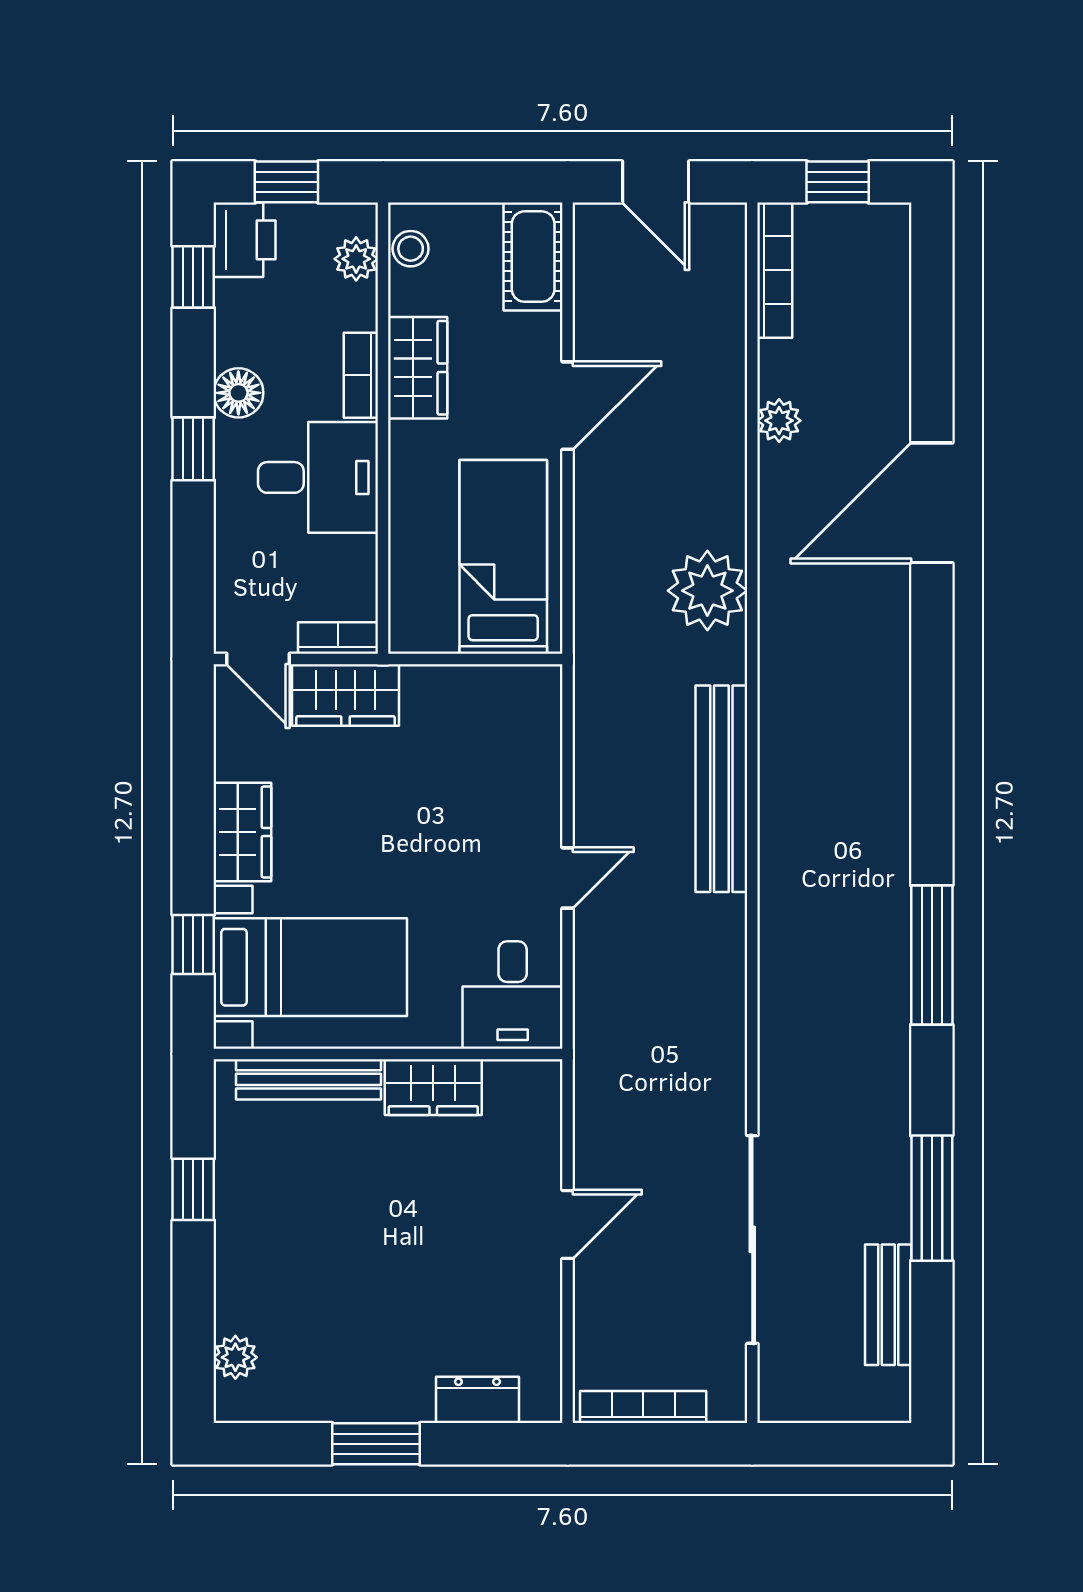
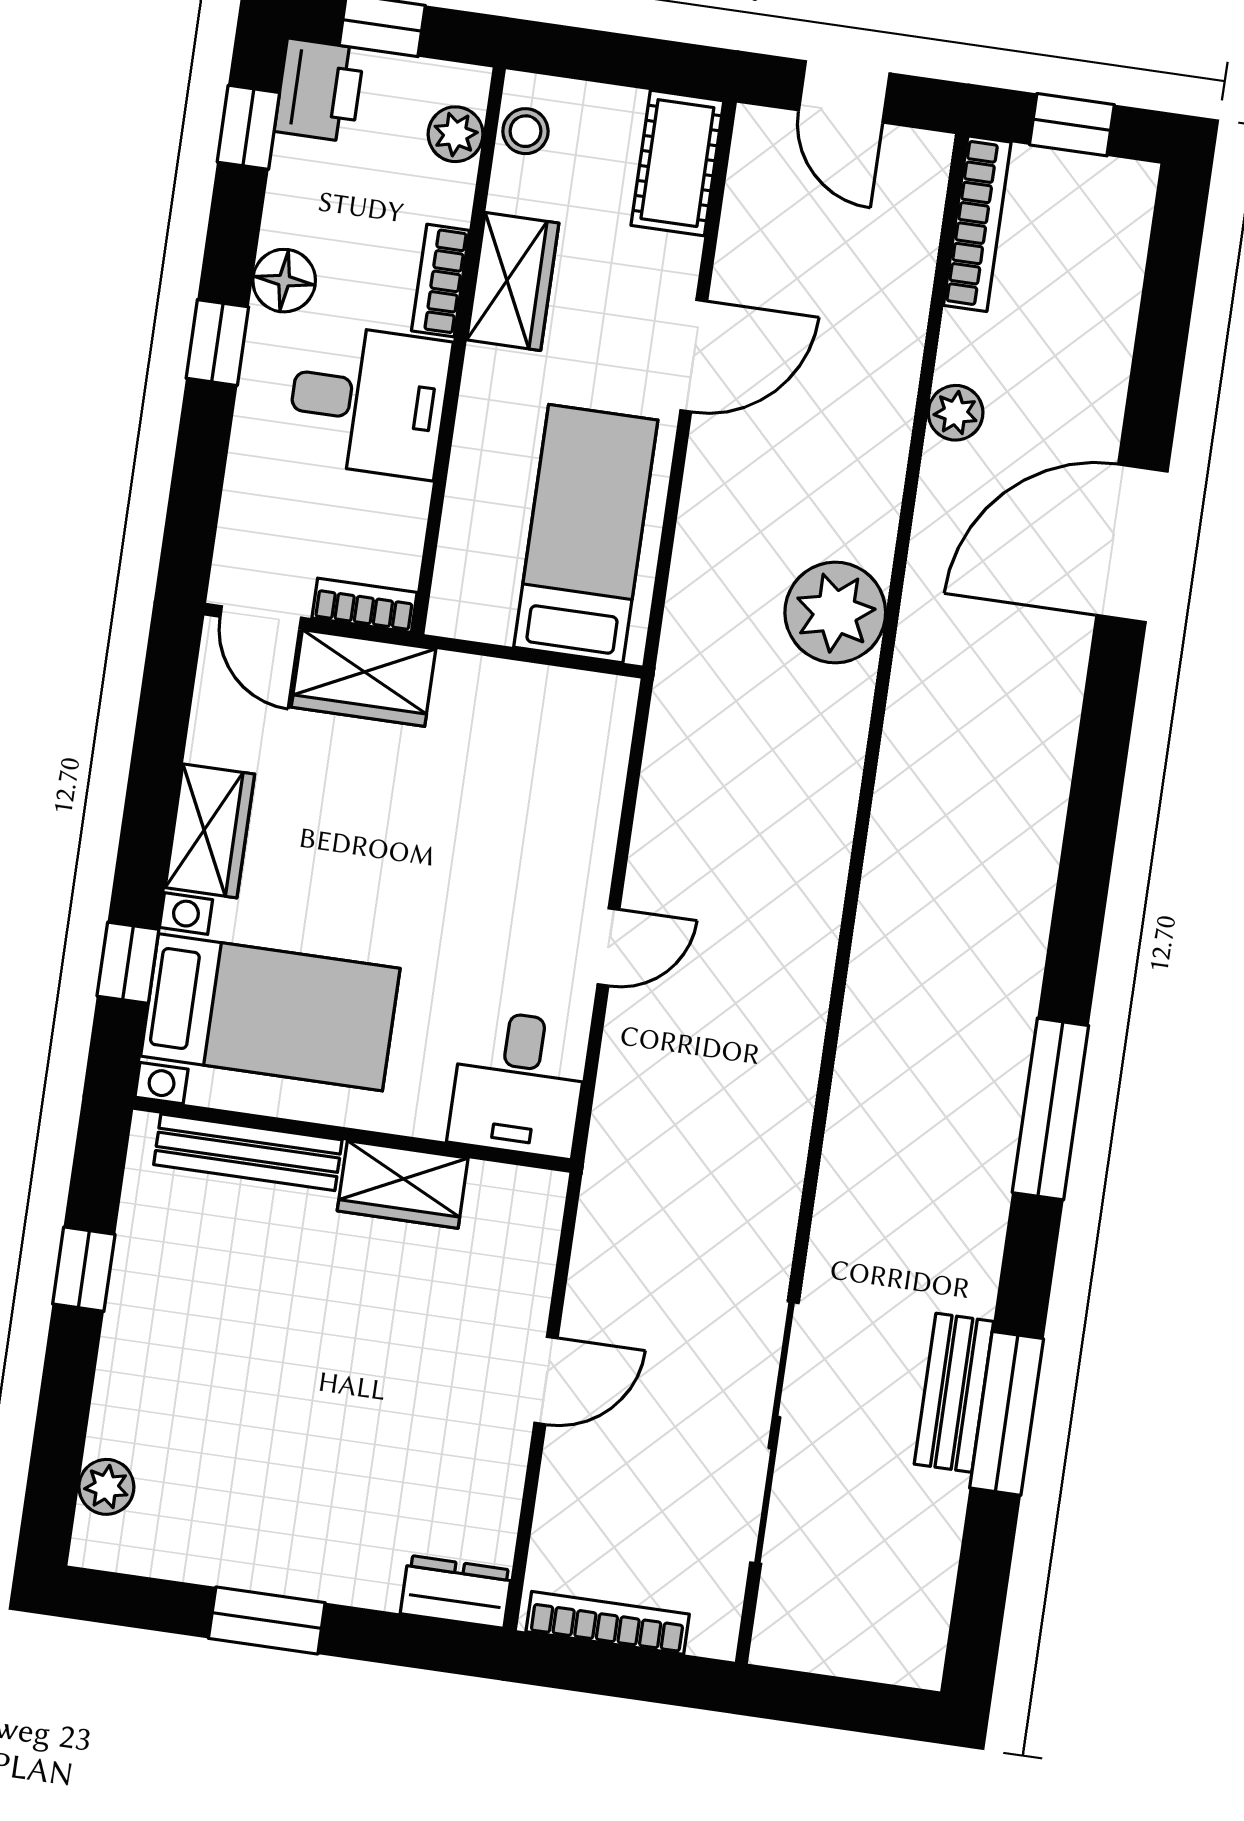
bench: (721, 789) -> (817, 863), removed
bench: (888, 1305) -> (954, 1393), moved
dresser: (477, 1400) -> (456, 1592), moved

